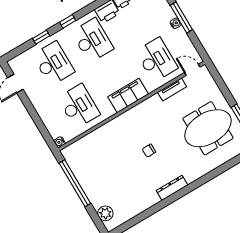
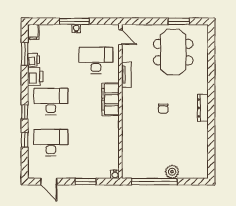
door: (192, 70) -> (120, 37), swing flipped
tv unit: (172, 90) -> (126, 75), moved
desk: (79, 106) -> (96, 143), removed
window: (36, 118) -> (86, 182), added
plant: (105, 213) -> (172, 172), moved

